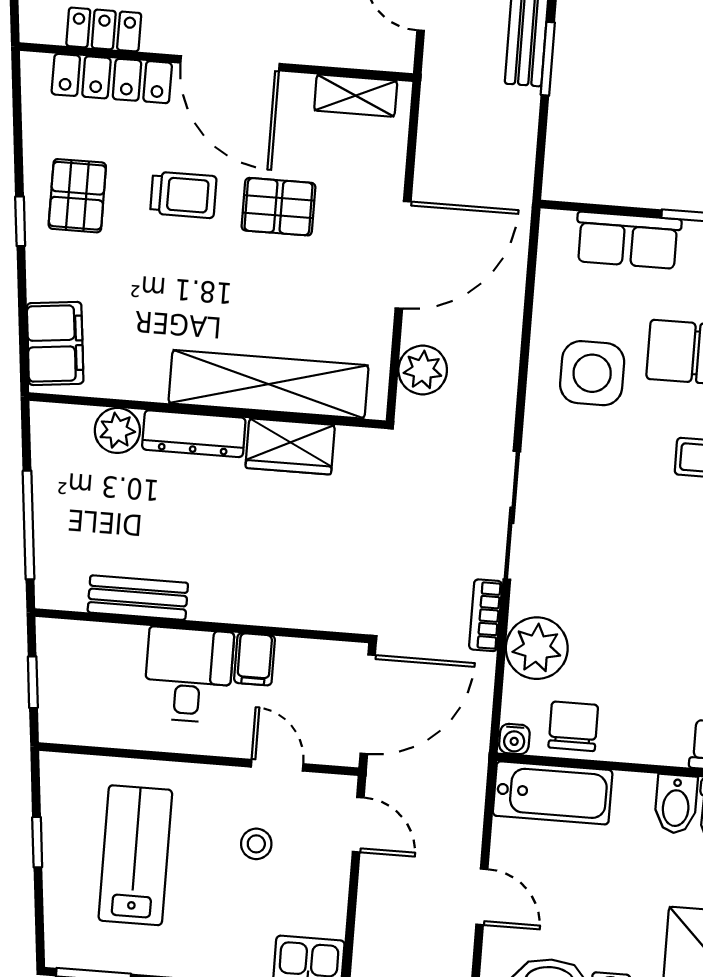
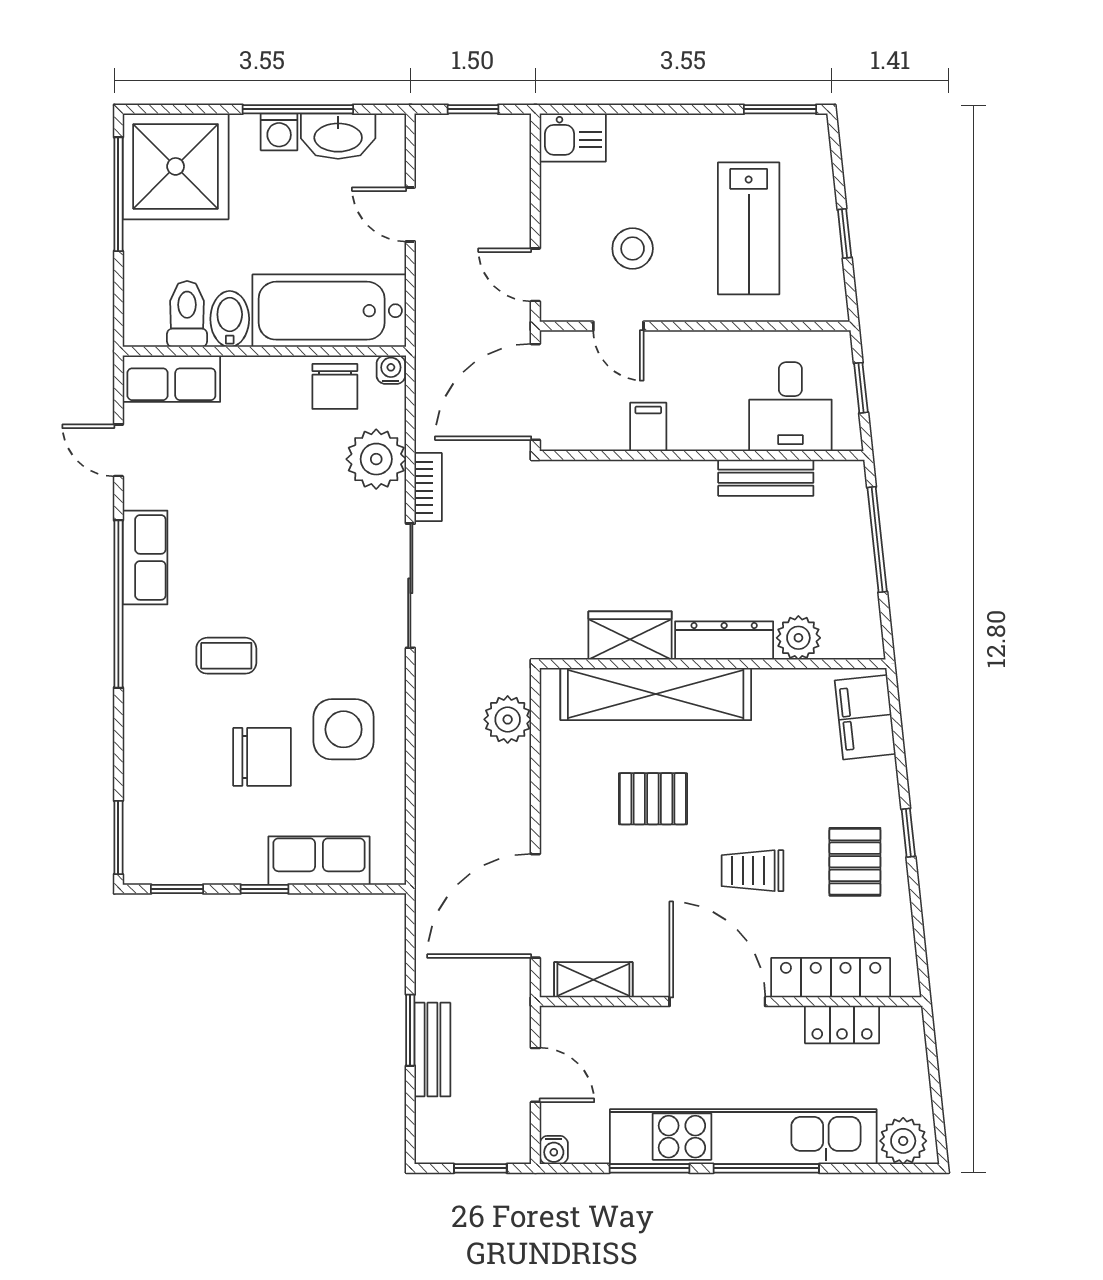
pallet: (278, 207) -> (653, 799), moved
door: (403, 255) -> (535, 906), moved
desk: (188, 675) -> (790, 407), moved
bathtub: (553, 793) -> (329, 311), width x1.36, depth x1.36
stool: (256, 844) -> (633, 249), width x1.37, depth x1.37

